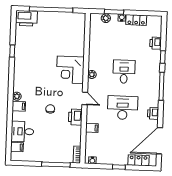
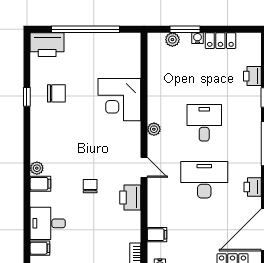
chair: (31, 49) -> (56, 93), added
corner desk: (70, 70) -> (119, 100), moved
filing cabinet: (92, 128) -> (157, 235), moved

